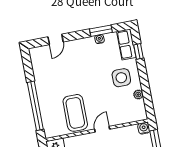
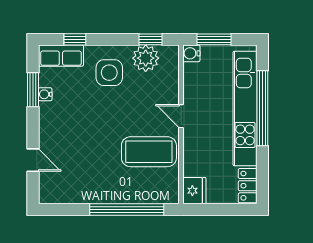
plant: (138, 95) -> (146, 58), width x1.88, depth x1.88
window: (148, 100) -> (150, 39), added

